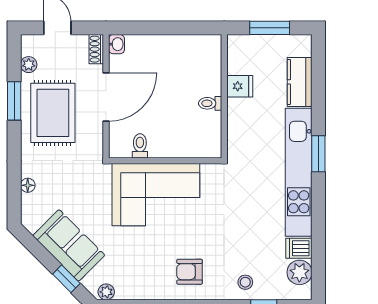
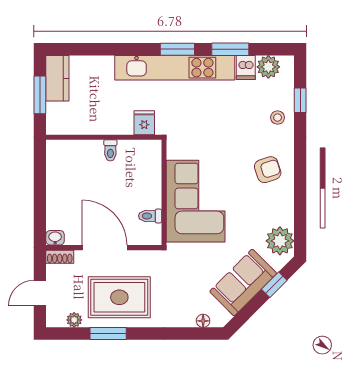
kitchen counter: (300, 82) -> (57, 78), moved, turned -90
fridge: (240, 86) -> (144, 123), moved
window: (318, 154) -> (177, 49), moved
floor lamp: (28, 185) -> (203, 321), moved
window: (318, 232) -> (230, 49), added
armchair: (190, 272) -> (268, 170), turned -108
plant: (106, 292) -> (280, 241), width x1.88, depth x1.88

